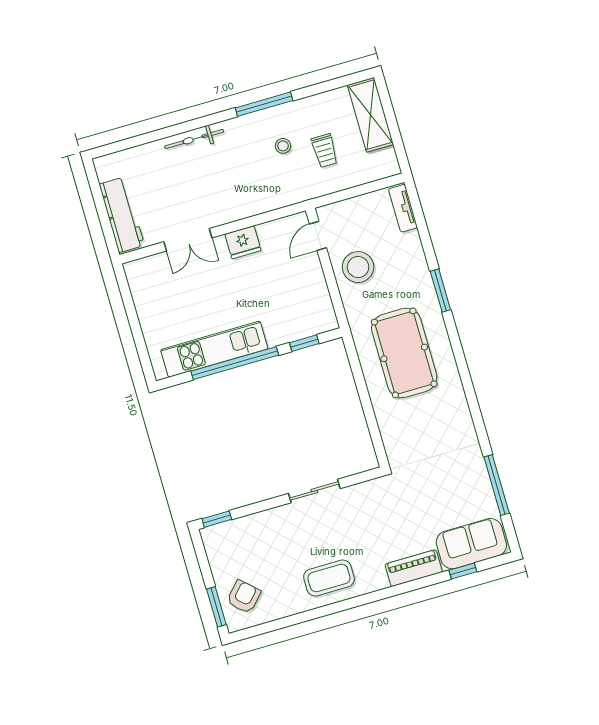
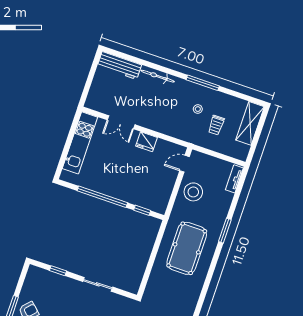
workbench: (122, 215) -> (119, 66), moved, turned 90
kitchen unit: (214, 349) -> (80, 143), moved, turned 90
window: (217, 519) -> (58, 271), moved

